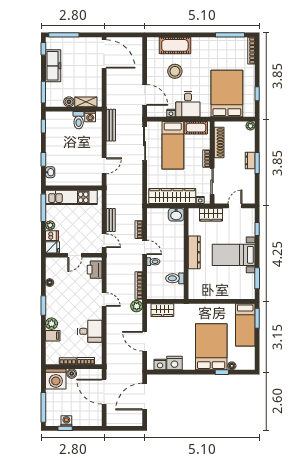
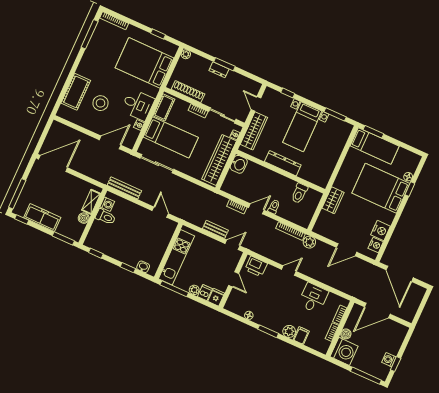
wardrobe: (211, 215) -> (254, 131), width x1.50
wardrobe: (162, 310) -> (333, 200), moved

